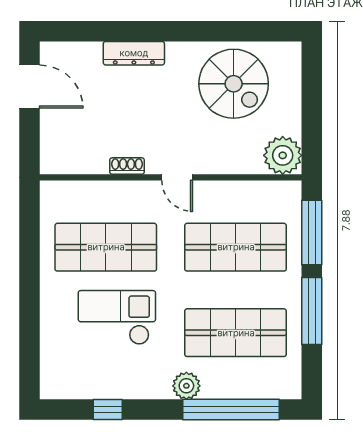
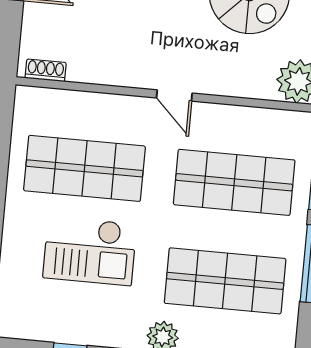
shoe rack: (127, 166) -> (46, 70), moved
checkout: (117, 317) -> (90, 251), turned 180

